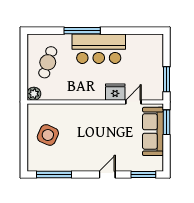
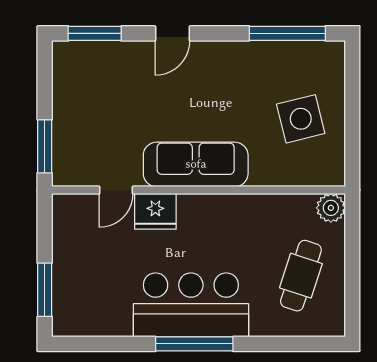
window: (82, 31) -> (194, 344), moved
window: (167, 79) -> (45, 290), moved
sofa: (153, 131) -> (196, 164), moved, turned -90
side table: (48, 135) -> (301, 119), turned -38

